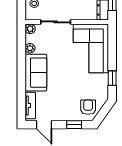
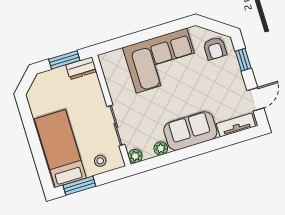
corner sofa: (91, 48) -> (162, 61), moved
window: (112, 78) -> (167, 28), removed
armchair: (88, 107) -> (215, 48), turned -90

